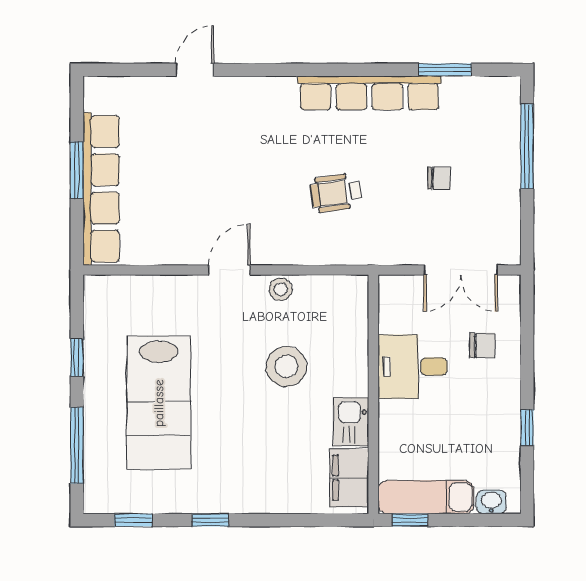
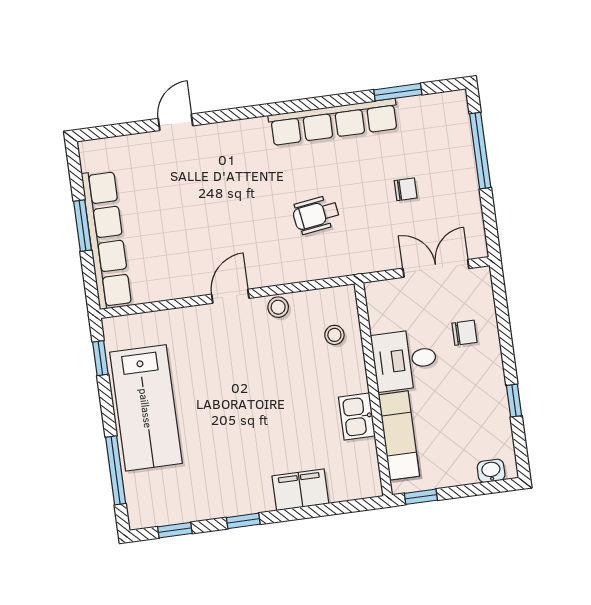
double door: (461, 270) -> (436, 268), swing flipped
window: (77, 357) -> (100, 358), moved
stool: (286, 367) -> (334, 335), moved, width x0.53, depth x0.53
lab bench: (159, 403) -> (146, 408), moved
filing cabinet: (349, 478) -> (300, 490), moved, turned 90
exam couch: (426, 497) -> (399, 435), moved, turned 90

